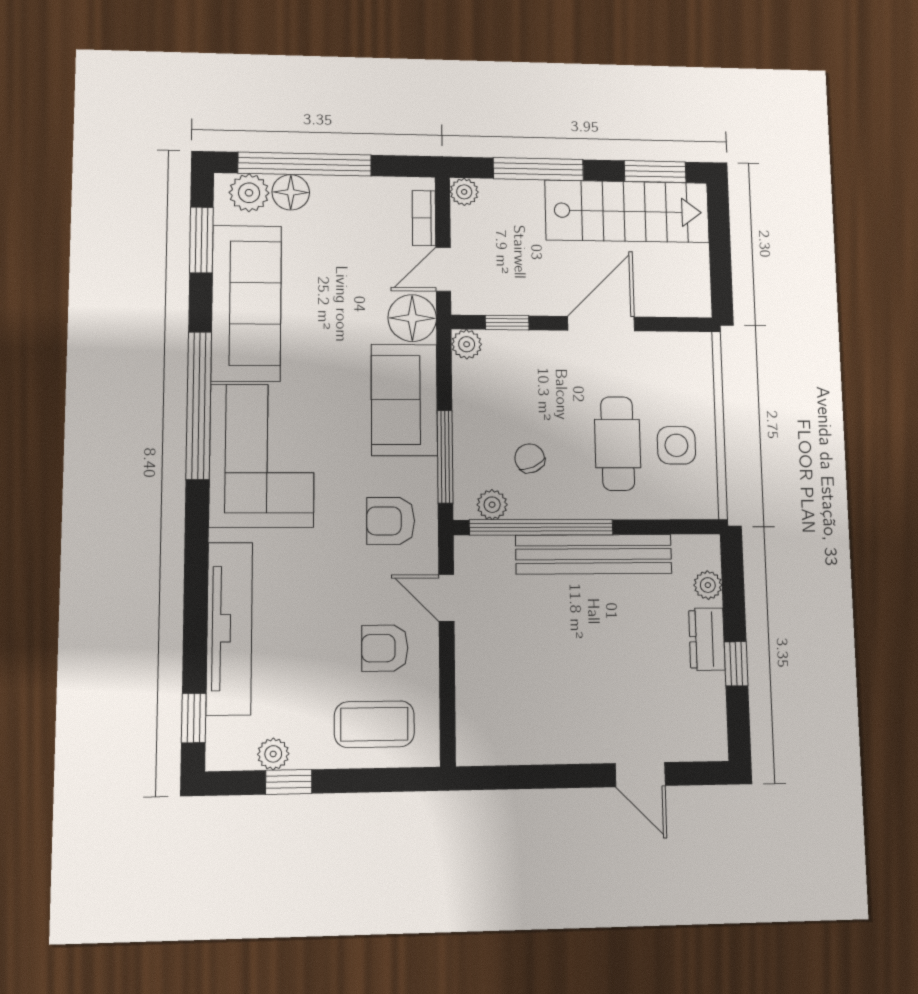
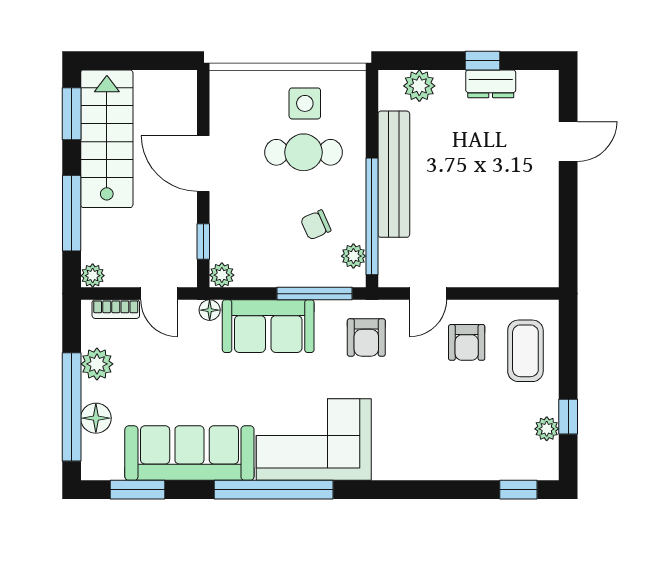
plant: (249, 193) -> (97, 364), moved
floor lamp: (412, 318) -> (210, 310), width x0.53, depth x0.53
plant: (708, 585) -> (419, 86), width x1.38, depth x1.38
tv unit: (229, 628) -> (450, 463), removed
dresser: (707, 639) -> (491, 84), moved

